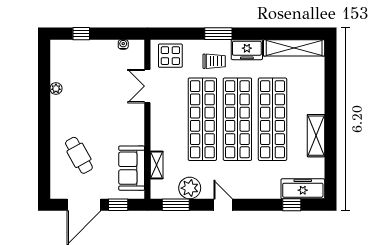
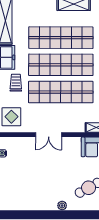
double door: (147, 86) -> (49, 135), moved
plant: (56, 88) -> (62, 206), moved

